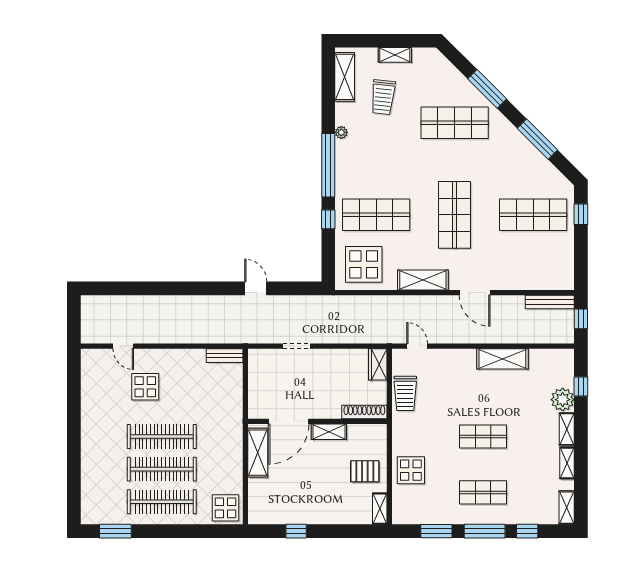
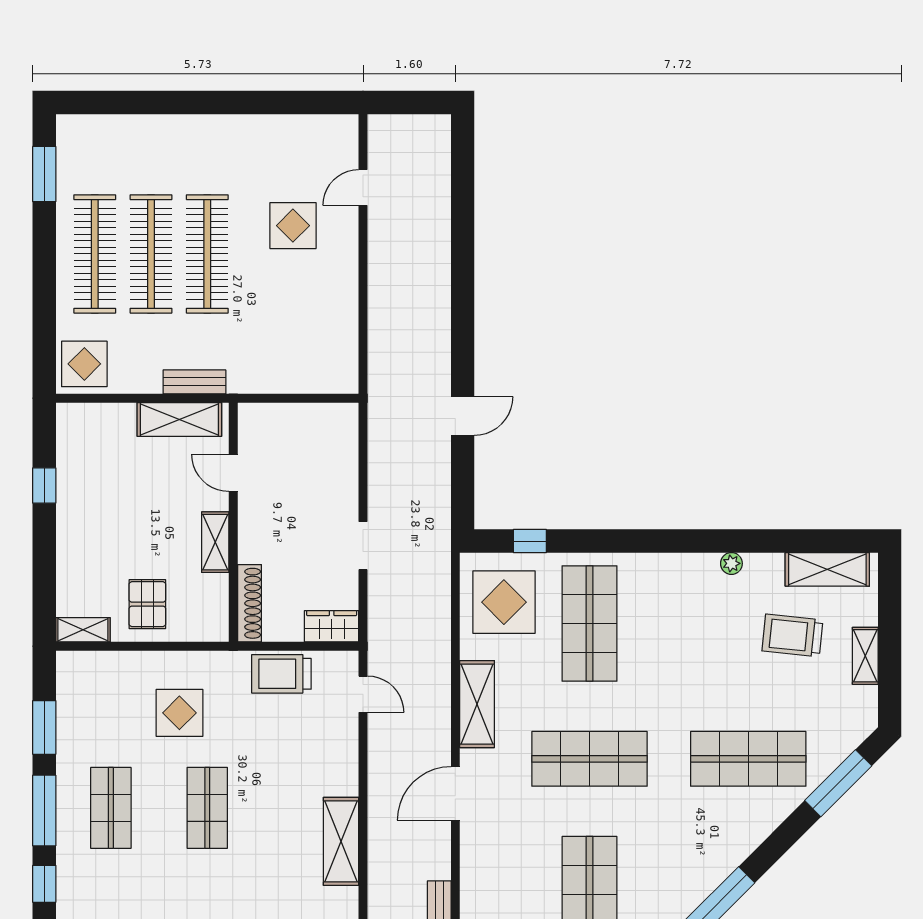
window: (487, 89) -> (838, 783), moved
shop shelf: (455, 123) -> (748, 759), turned 90
window: (328, 165) -> (675, 541), removed
window: (328, 219) -> (530, 541), moved
doorway: (296, 346) -> (363, 546), moved
door: (417, 346) -> (363, 694), hinge flipped
bench: (225, 356) -> (194, 382), moved, turned 90
door: (289, 421) -> (233, 473), width x0.53
display table: (411, 470) -> (179, 713), moved

